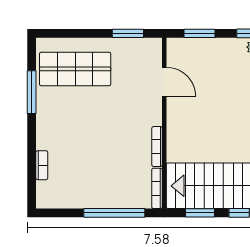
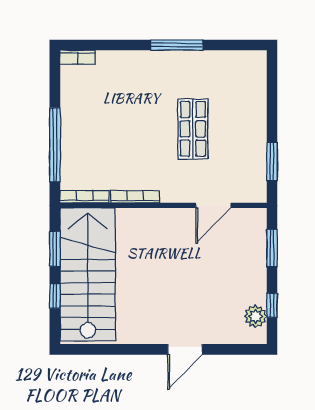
shop shelf: (75, 69) -> (193, 129), moved, width x0.70, depth x0.74
window: (32, 92) -> (177, 45), moved
bookcase: (42, 165) -> (78, 57), moved

